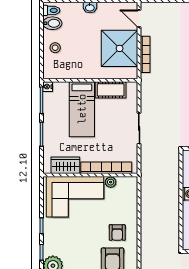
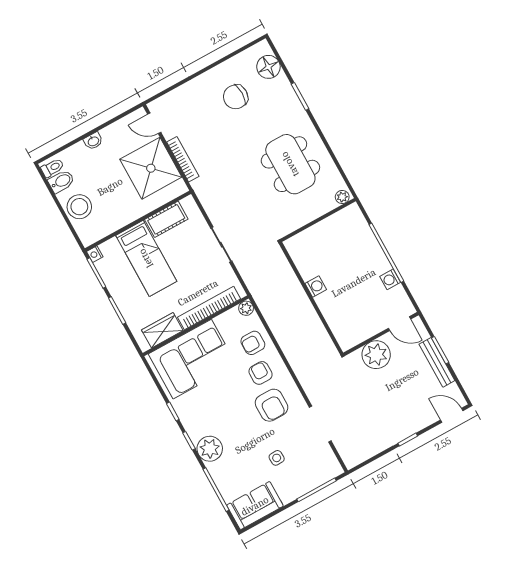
stool: (55, 48) -> (79, 207), width x1.89, depth x1.89
plant: (111, 182) -> (246, 308), moved
armchair: (123, 209) -> (253, 343), added
armchair: (117, 233) -> (261, 373), turned 180

